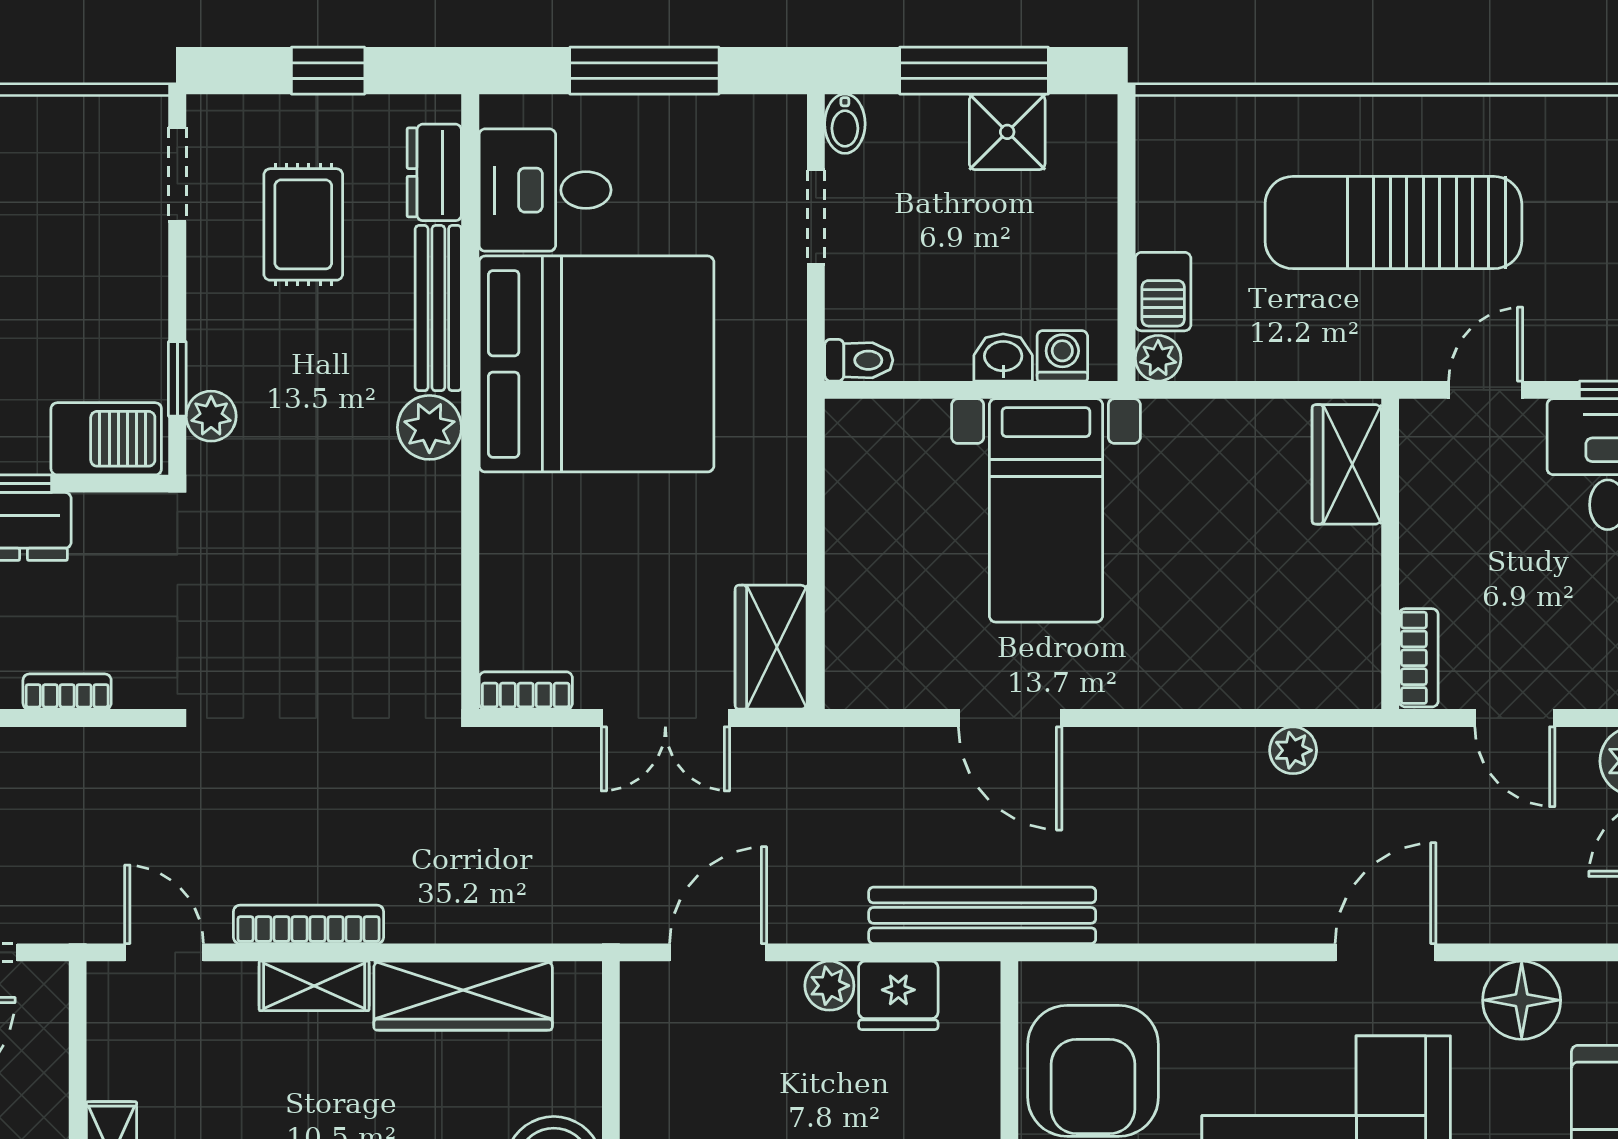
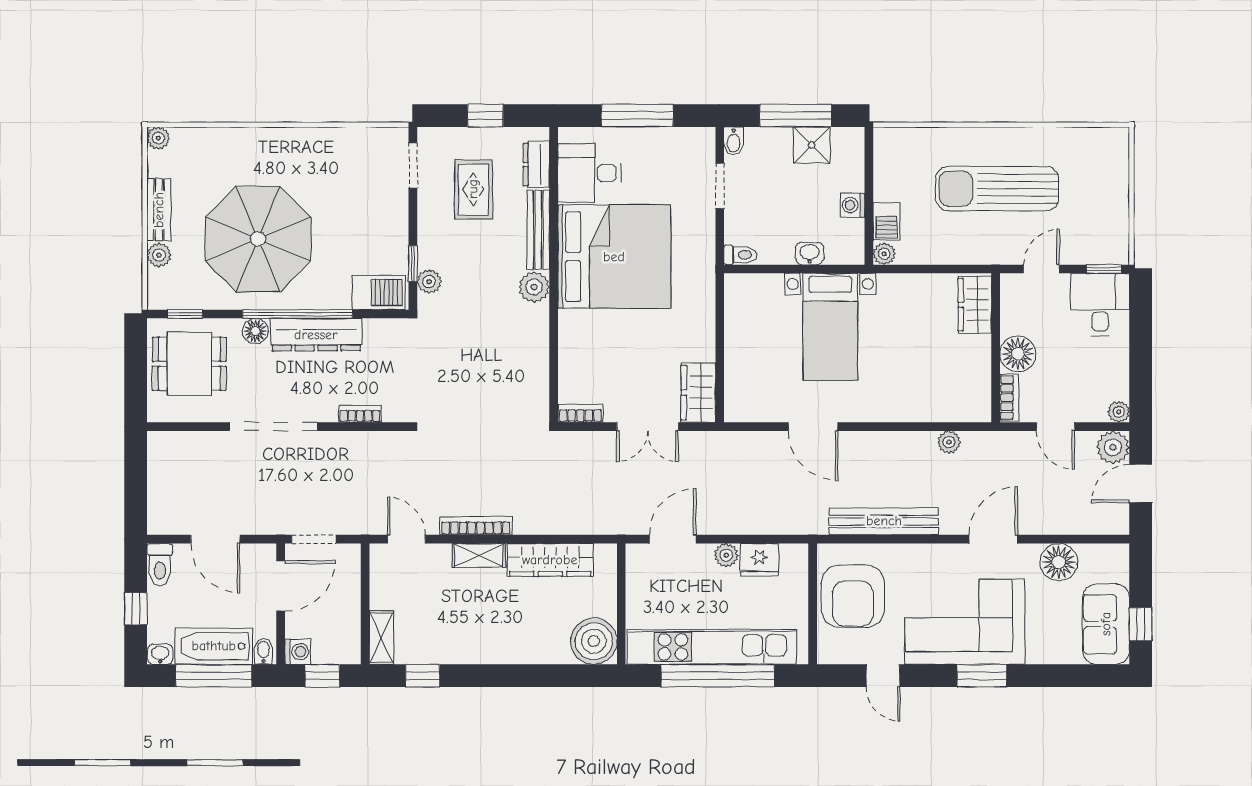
washing machine: (1062, 356) -> (853, 205), moved, turned -90
floor lamp: (1437, 566) -> (1018, 354), added
bench: (982, 915) -> (884, 521), moved

